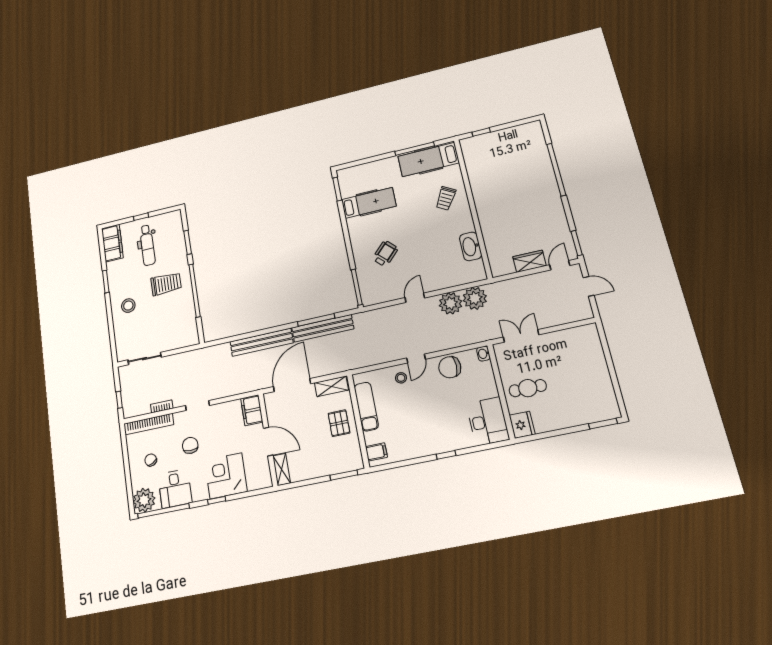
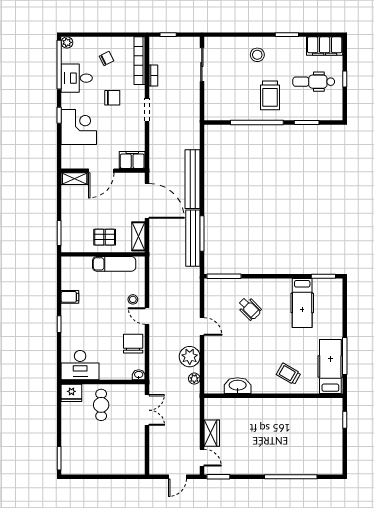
plant: (475, 298) -> (194, 379), width x0.53, depth x0.53
filing cabinet: (376, 452) -> (70, 297), moved, turned -90
plant: (144, 500) -> (67, 42), width x0.53, depth x0.53

